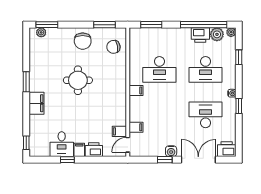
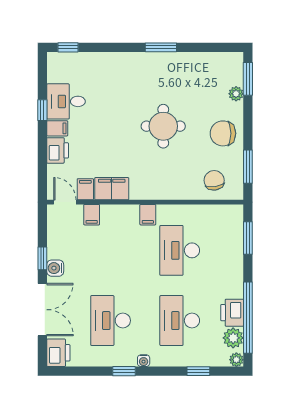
plant: (41, 32) -> (236, 94), moved
filing cabinet: (37, 103) -> (112, 189), moved, turned 180
desk: (206, 115) -> (111, 321), turned 180

